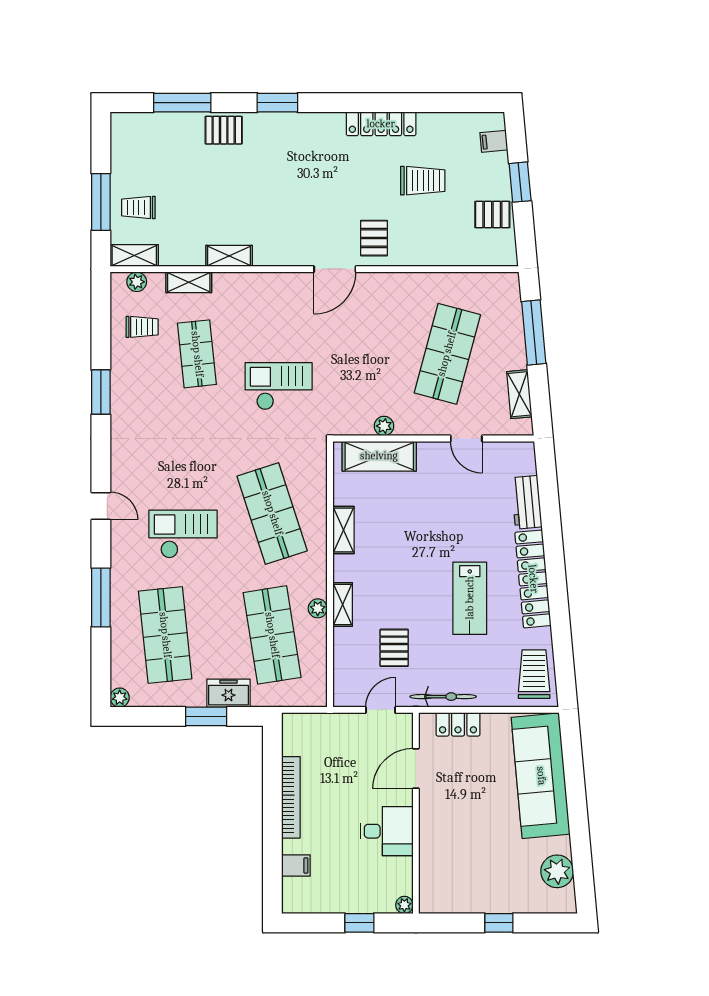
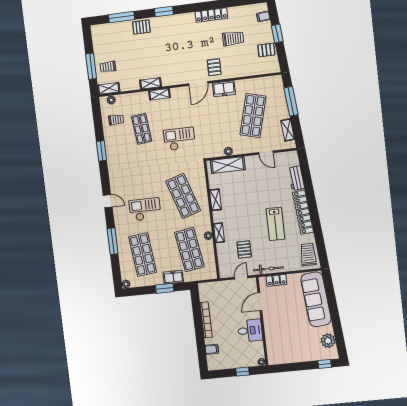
shelving: (189, 282) -> (160, 94), moved
freezer: (390, 287) -> (224, 89), added
window: (499, 923) -> (325, 364), moved

